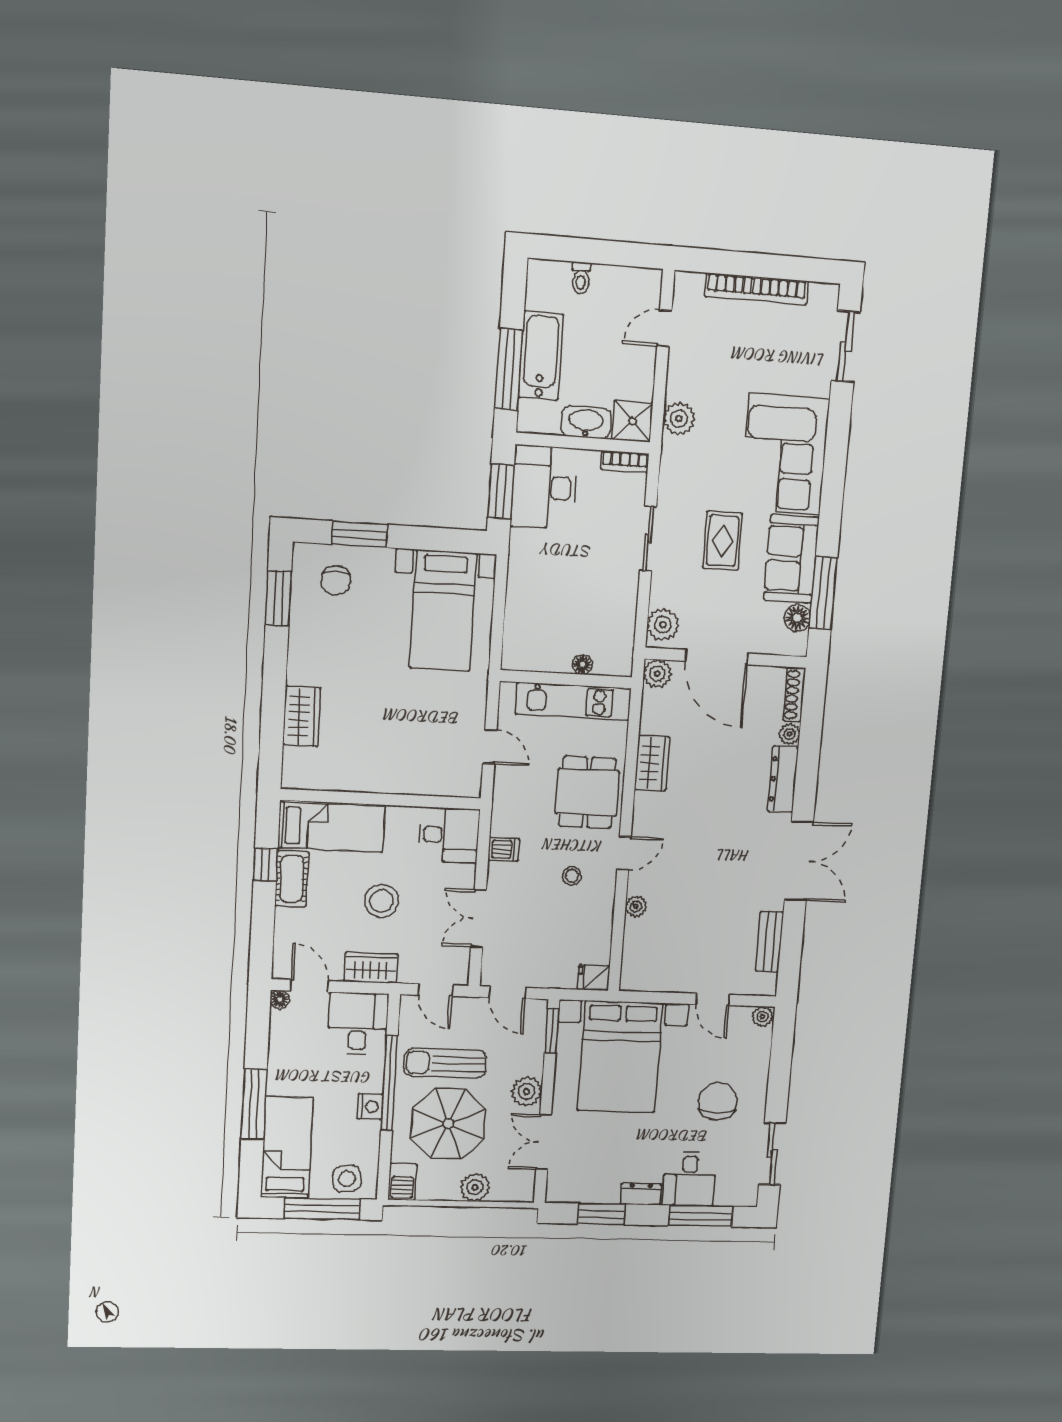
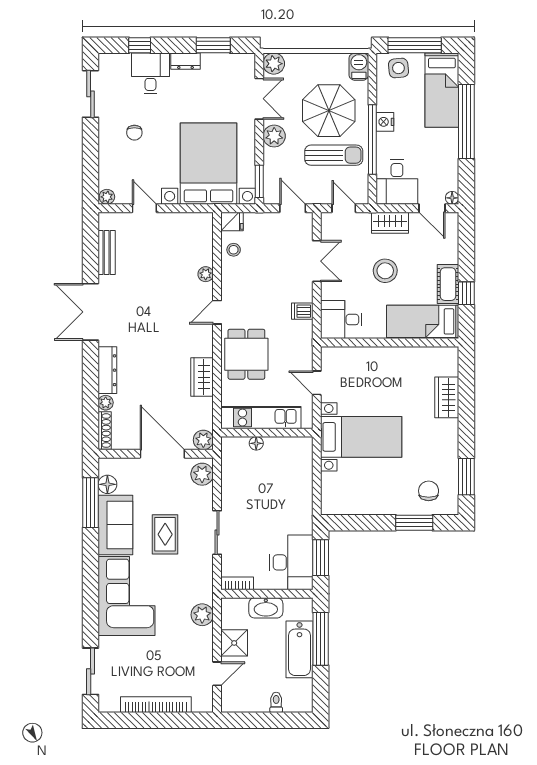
shower: (632, 421) -> (234, 643), moved
bed with nightstands: (443, 611) -> (361, 437), moved, turned 90
stool: (572, 876) -> (234, 250), moved
chair: (718, 1101) -> (134, 133), width x0.54, depth x0.54
window: (254, 1104) -> (466, 121), width x1.46
plant: (475, 1187) -> (274, 64), moved
window: (701, 1216) -> (140, 45), width x0.46

